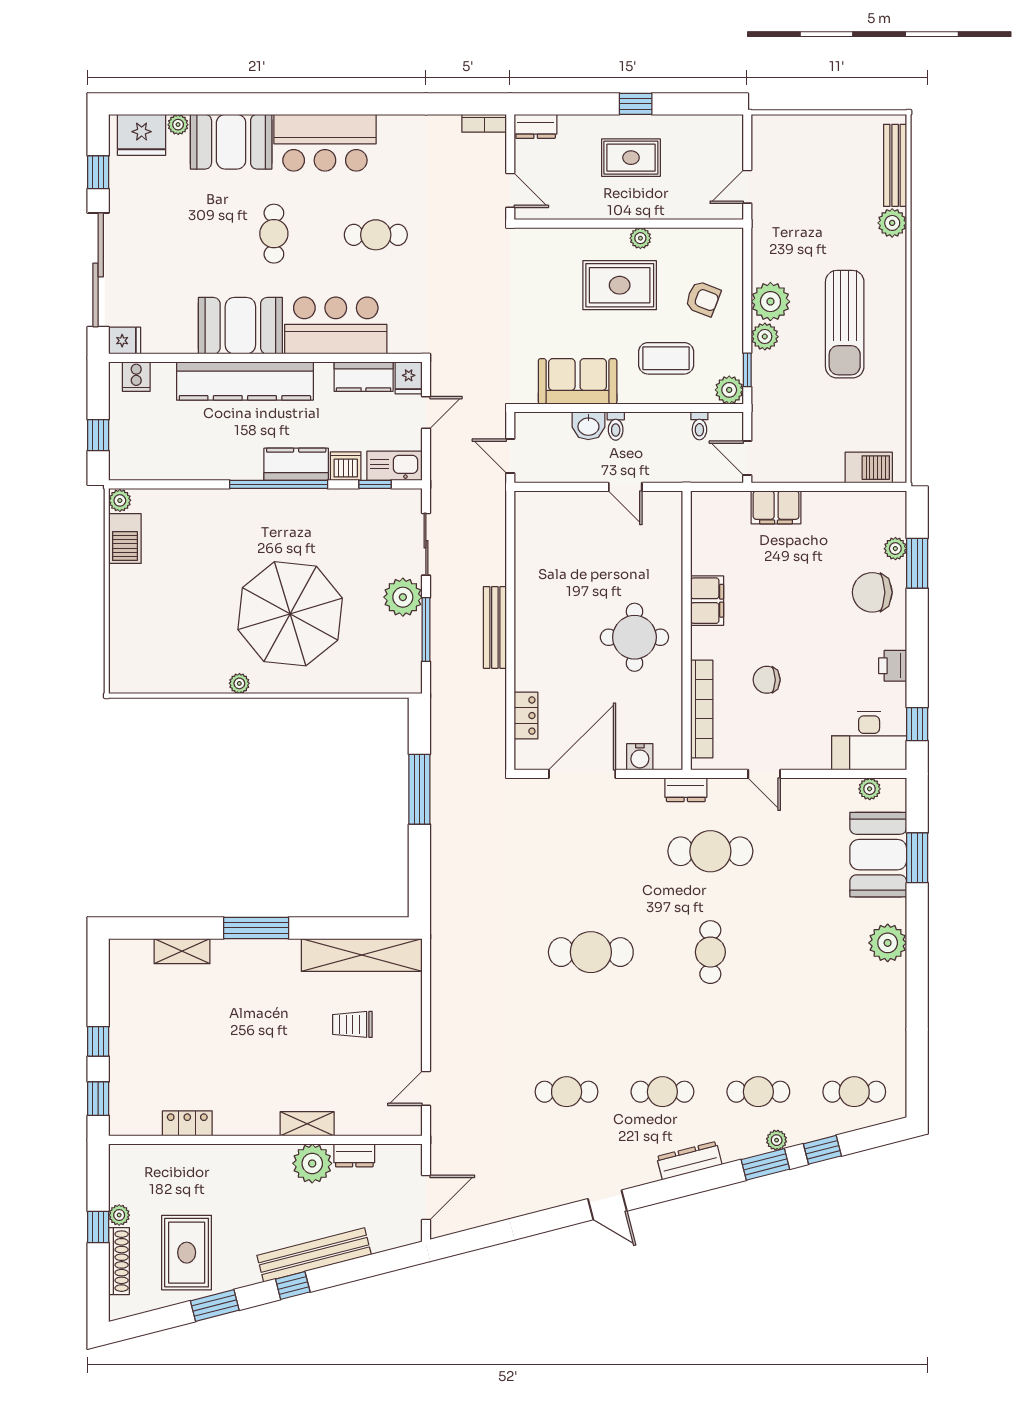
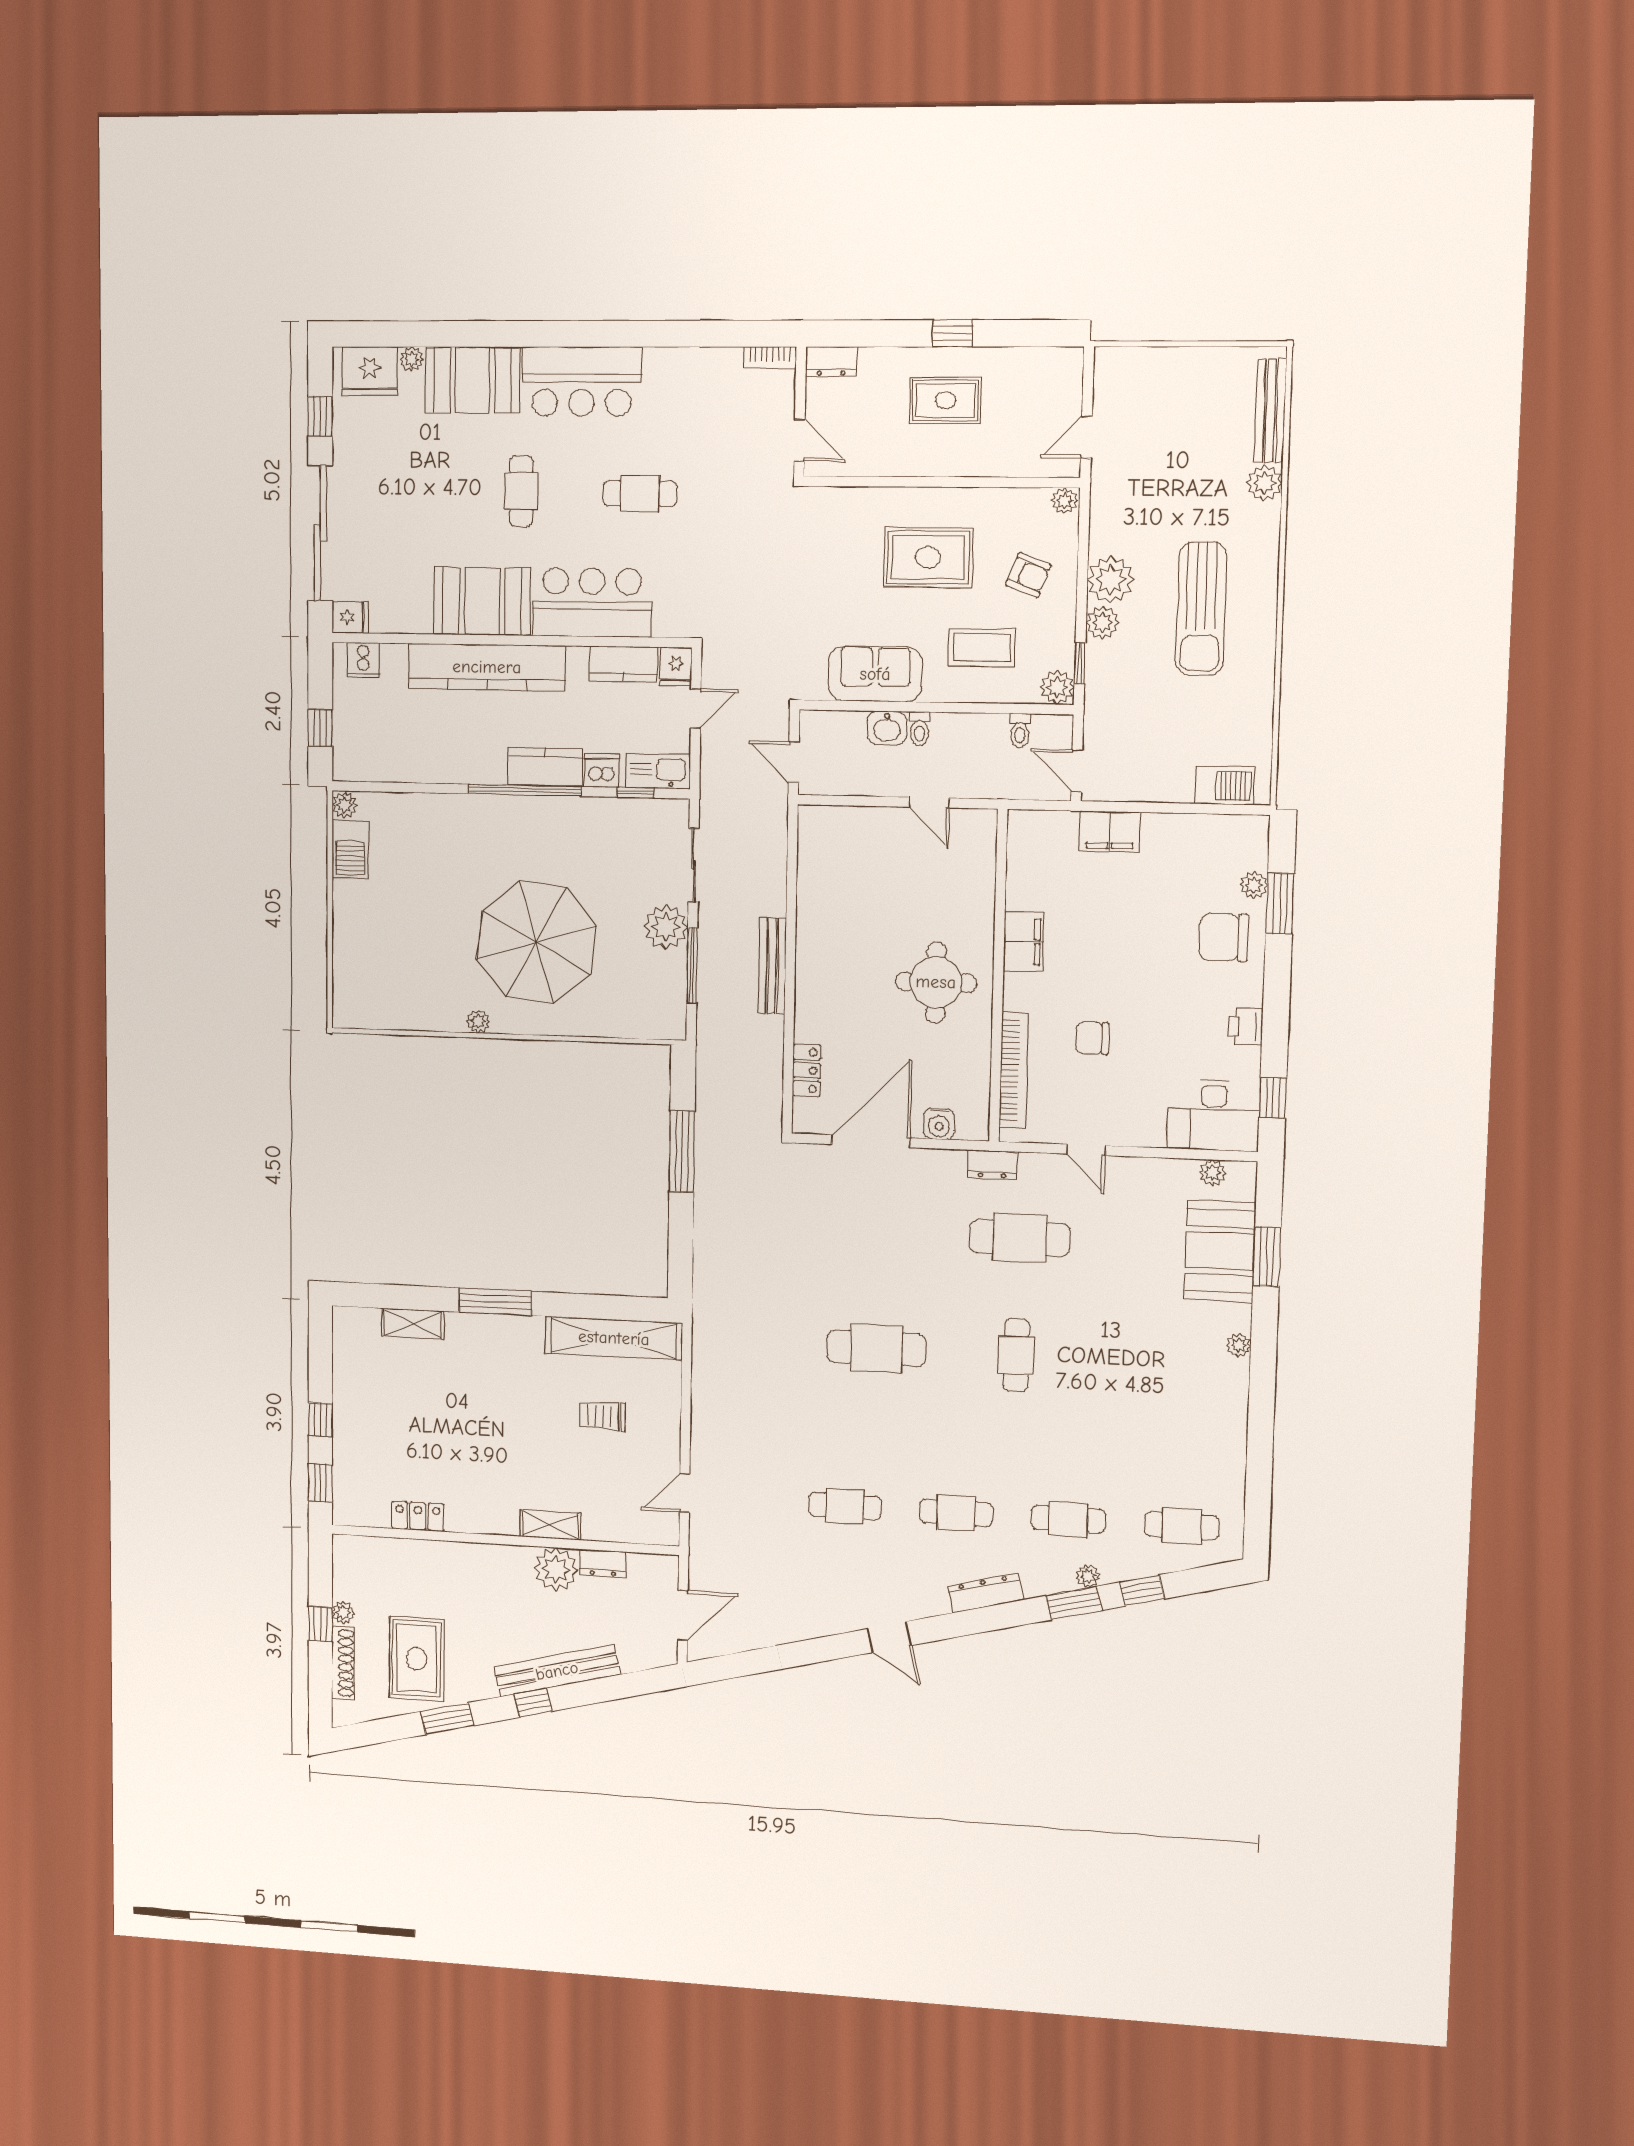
plant: (640, 238) -> (1065, 501), moved
plant: (888, 943) -> (1239, 1345), width x0.53, depth x0.53

